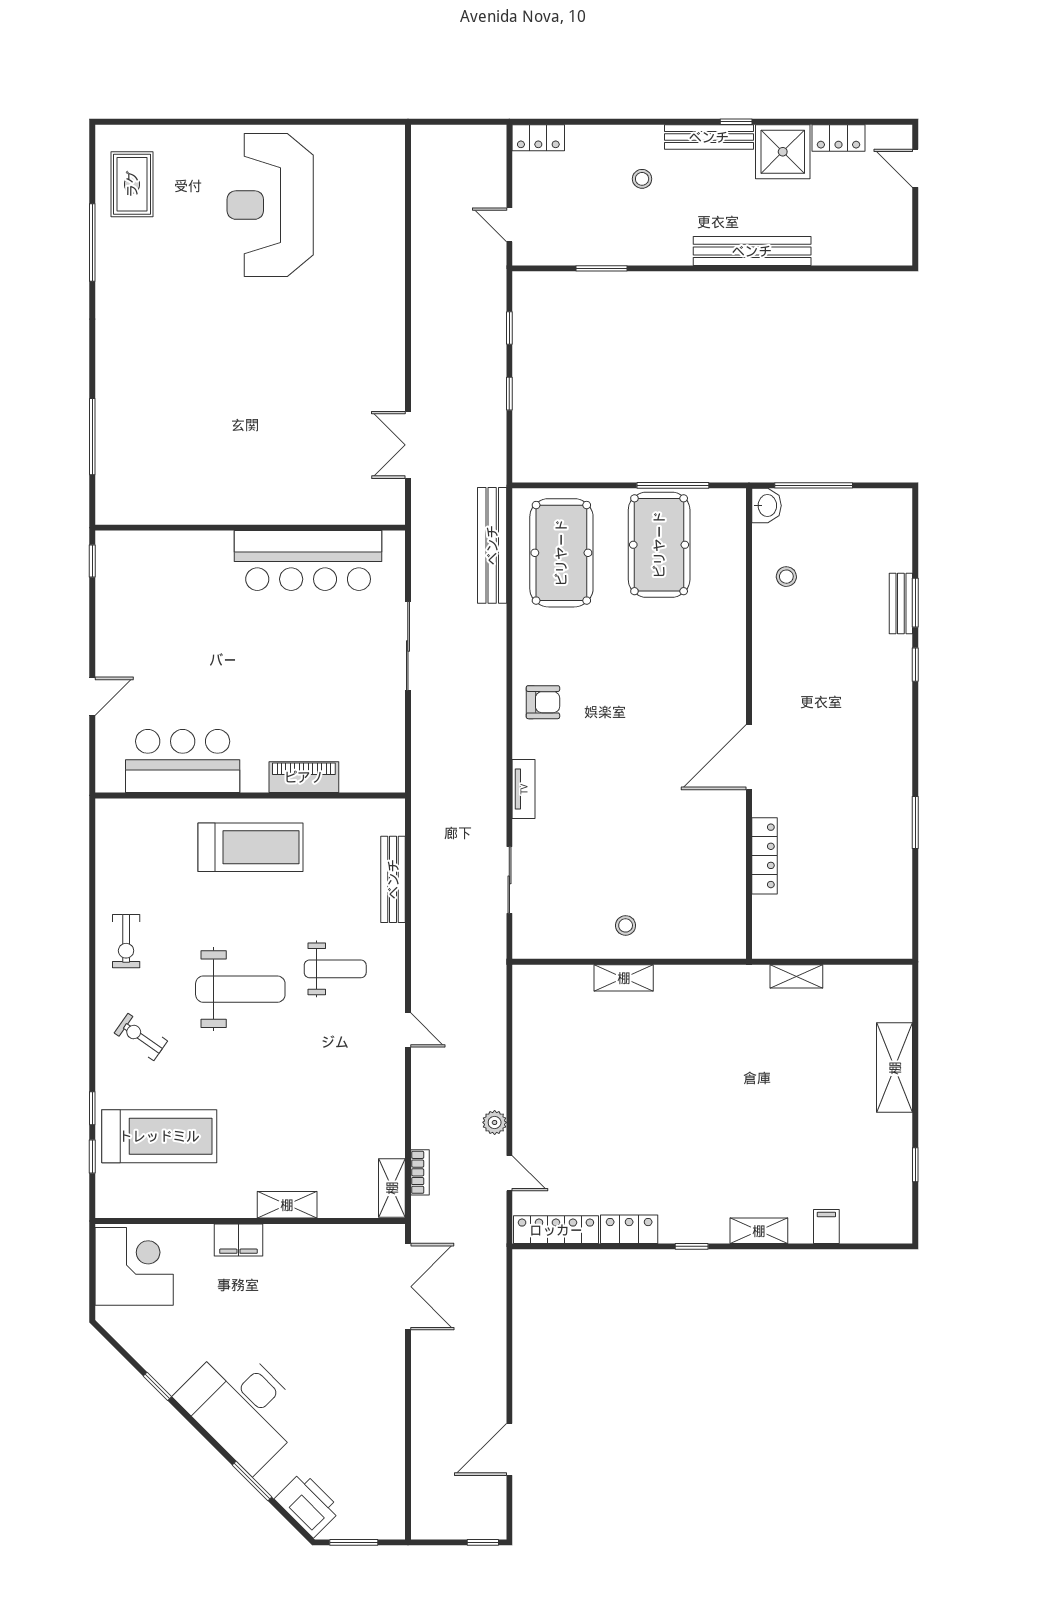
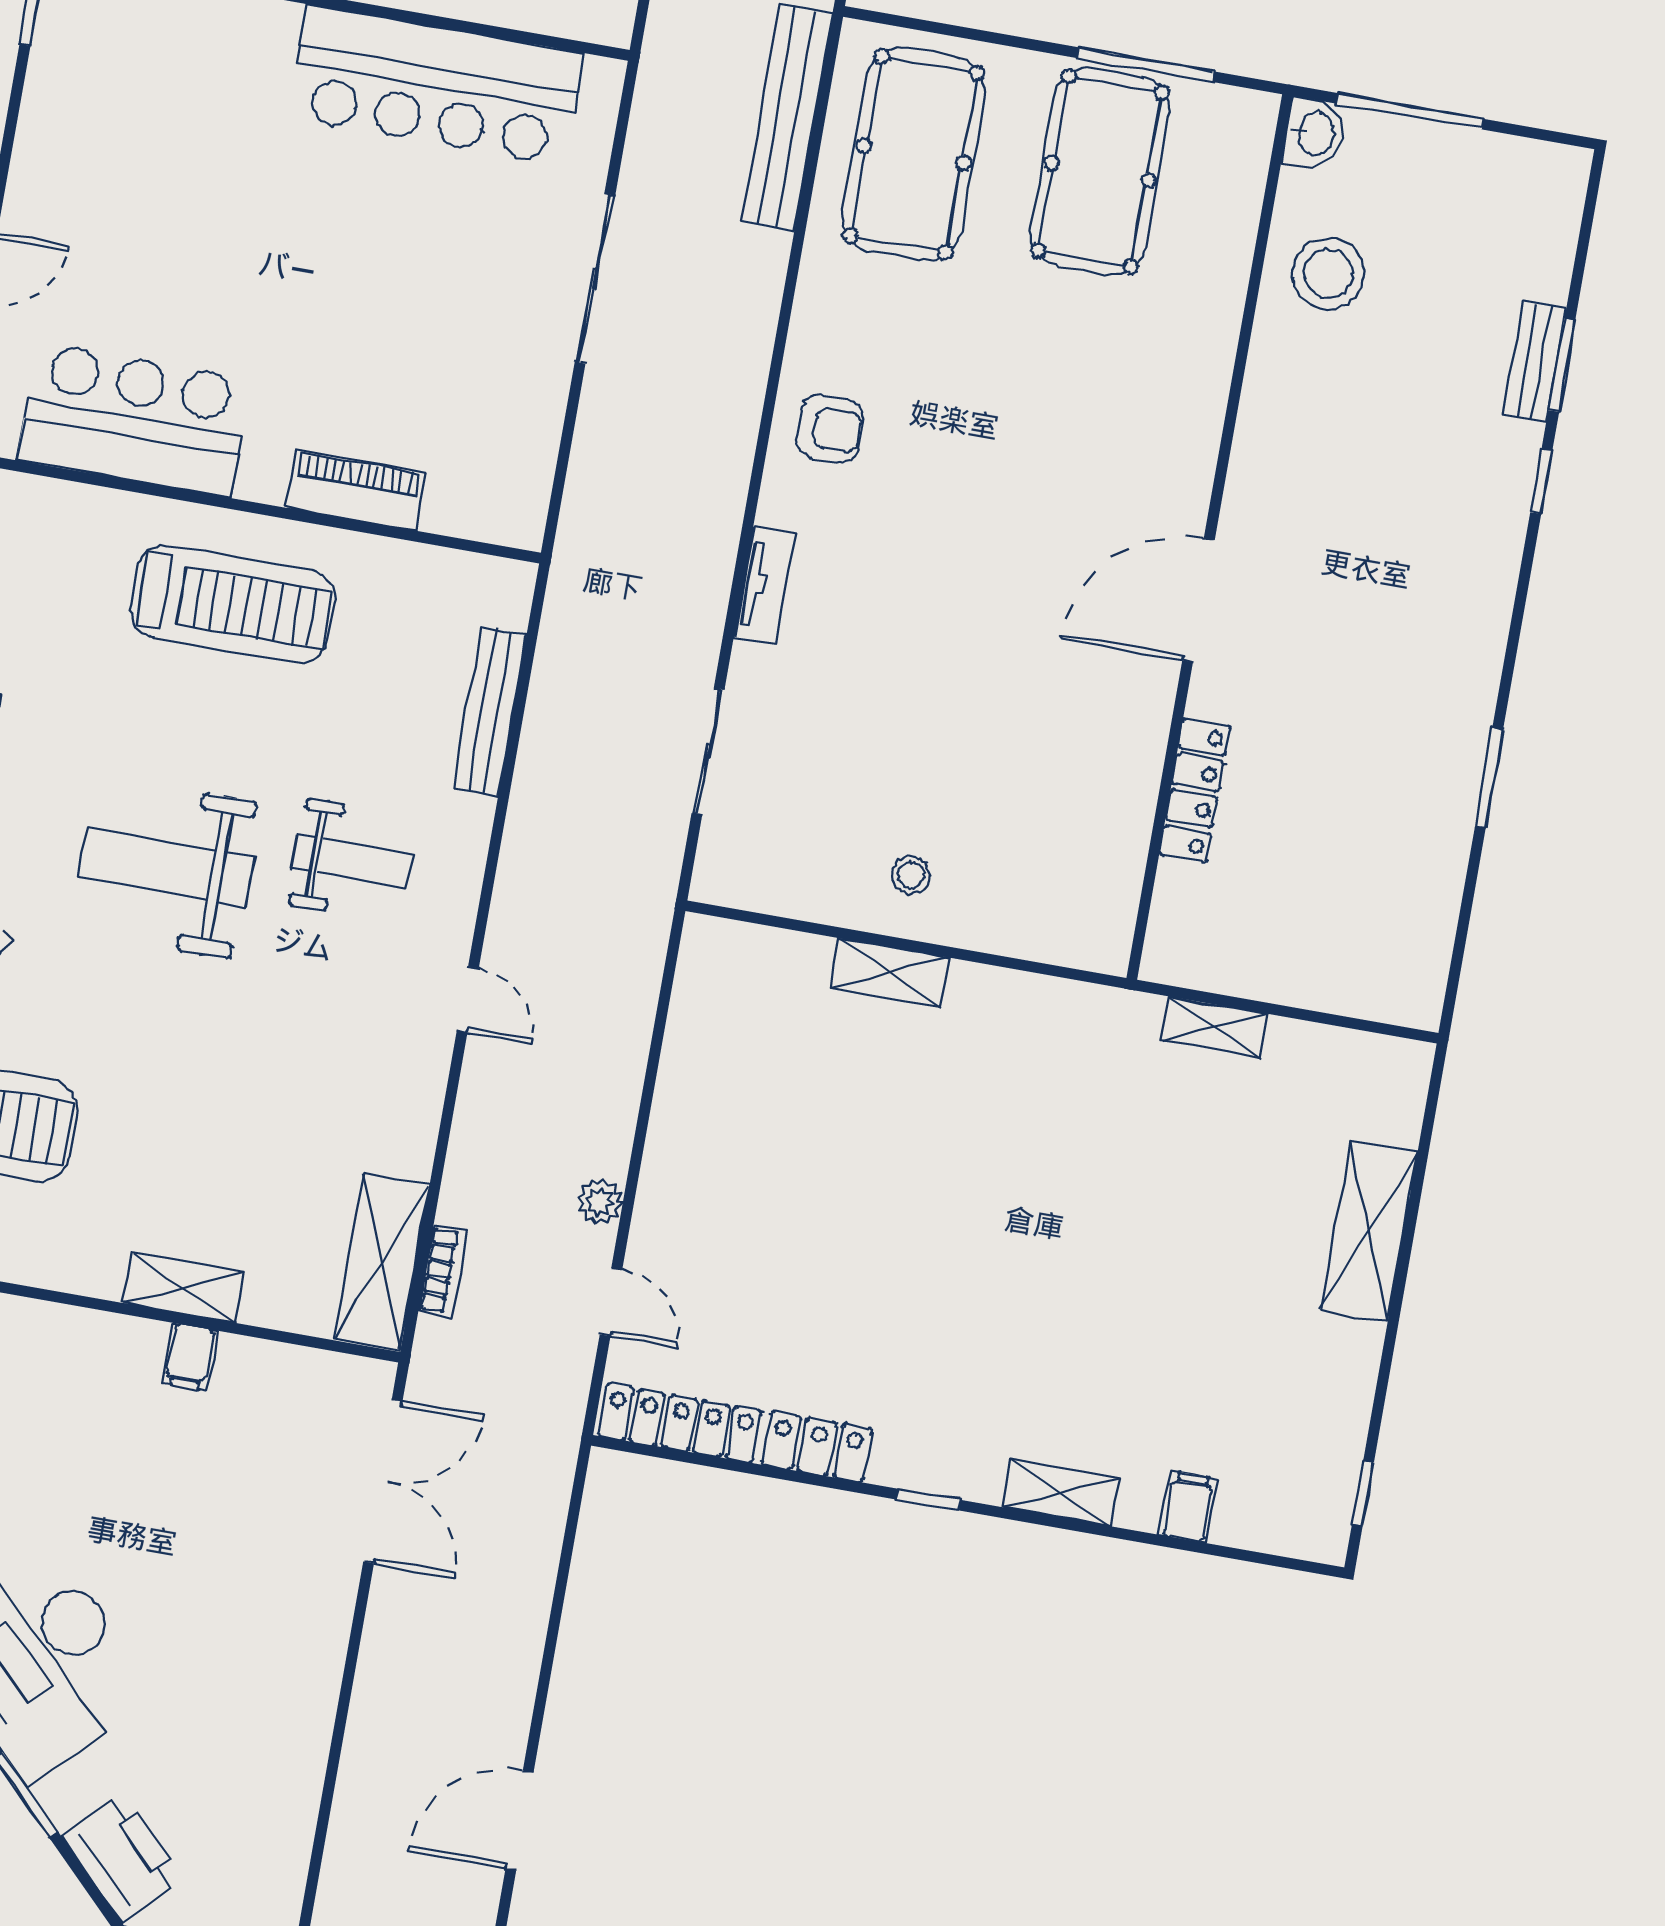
stool: (786, 577) -> (1328, 273), width x1.89, depth x1.89
weight bench: (240, 989) -> (167, 867), turned 180
window: (915, 1165) -> (1363, 1493), moved
shelving: (392, 1188) -> (382, 1262), width x1.50, depth x1.33
filing cabinet: (238, 1240) -> (189, 1357), moved, width x0.50

